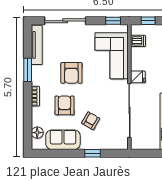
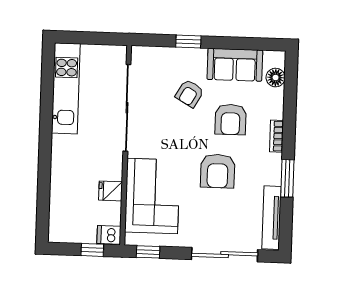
dishwasher: (138, 41) -> (109, 235), moved
armchair: (71, 73) -> (218, 171), turned 180
fridge: (138, 77) -> (111, 191), moved

